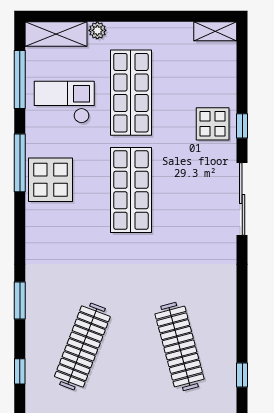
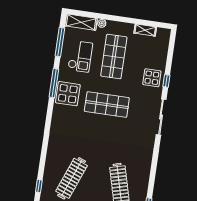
shelving: (215, 31) -> (145, 30), moved
checkout: (64, 102) -> (80, 56), turned 90
shop shelf: (131, 190) -> (107, 105), turned 90
window: (20, 301) -> (44, 151), removed

